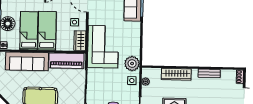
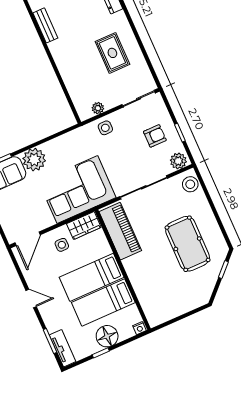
sofa: (27, 61) -> (147, 285), removed
plant: (132, 64) -> (34, 160), moved
wardrobe: (176, 74) -> (68, 71), removed

